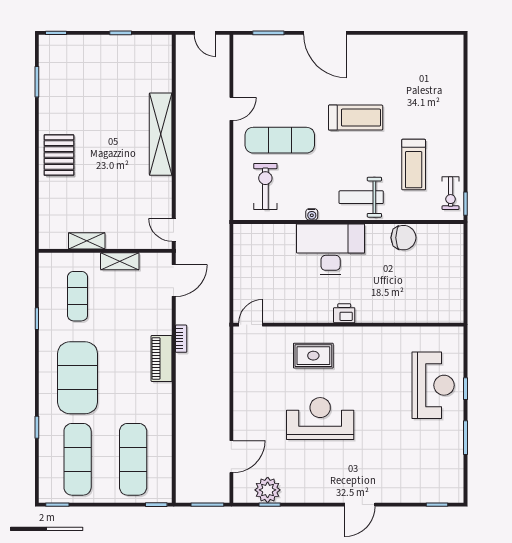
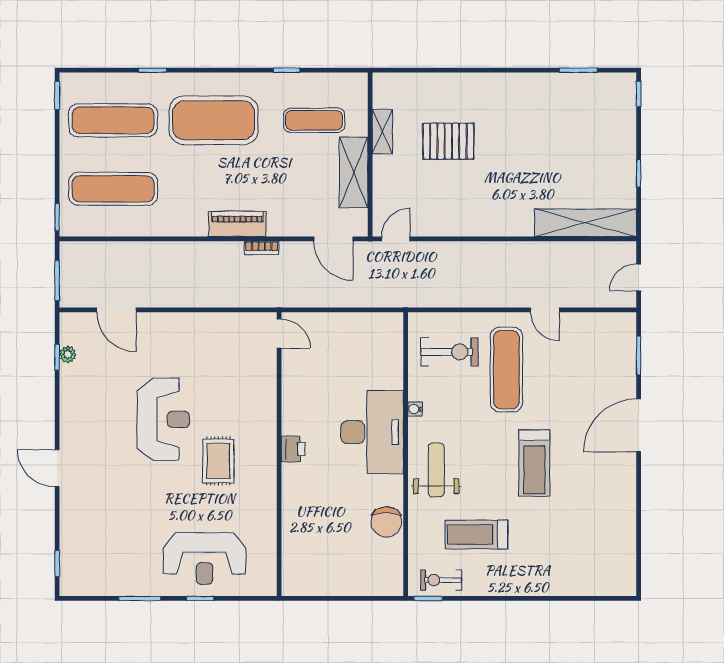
shelving: (161, 134) -> (586, 223), moved
pallet: (59, 155) -> (448, 141), moved
shelving: (120, 261) -> (354, 172), width x1.50, depth x1.33
rug: (313, 356) -> (218, 461), moved
plant: (268, 490) -> (68, 354), width x0.53, depth x0.53

